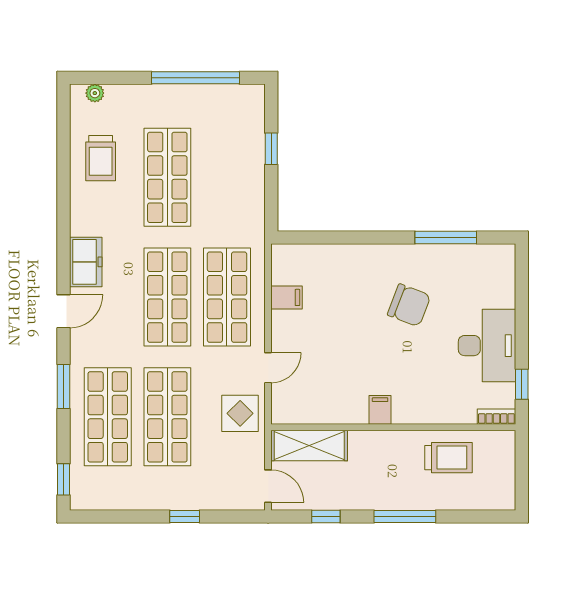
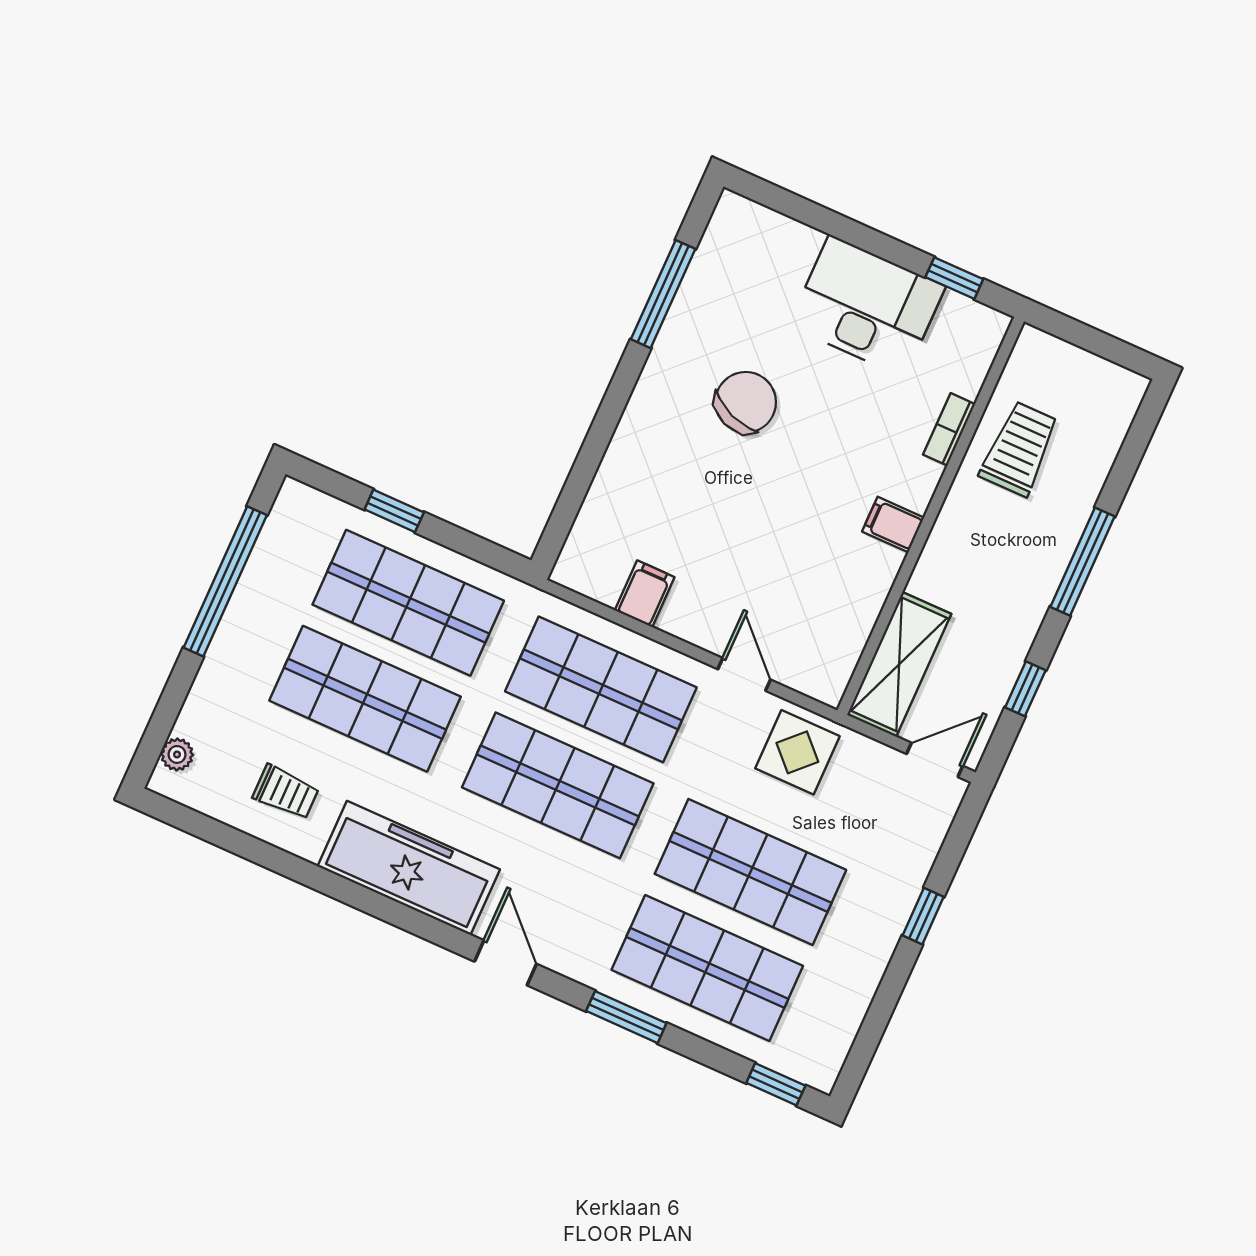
trolley: (101, 158) -> (286, 792), width x0.73, depth x0.72
shop shelf: (227, 177) -> (408, 603), added
freezer: (86, 262) -> (409, 868), width x1.91, depth x1.26
bookcase: (496, 417) -> (949, 429), moved

